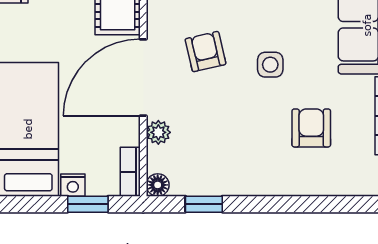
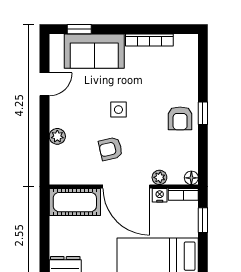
armchair: (311, 128) -> (180, 118), moved, turned -90
nightstand: (73, 185) -> (160, 195), moved, turned -90
window: (204, 204) -> (203, 113), moved

